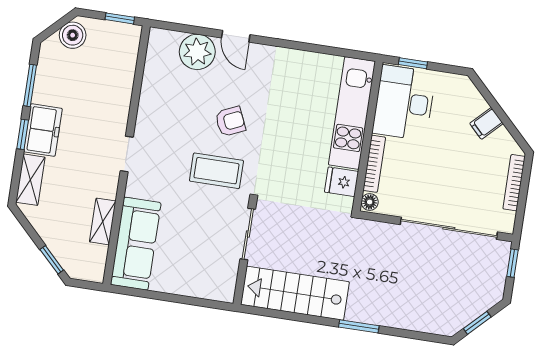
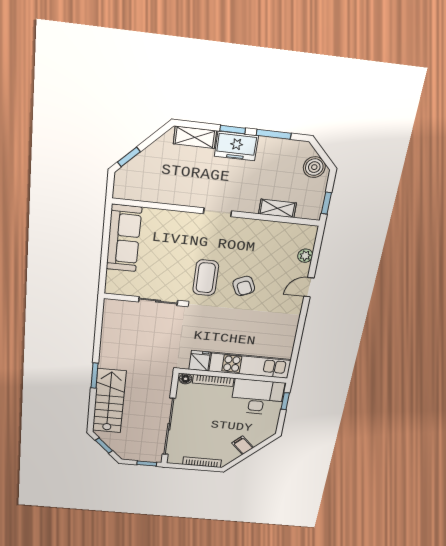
plant: (197, 52) -> (305, 256), width x0.53, depth x0.53
shelving: (103, 221) -> (277, 208), moved
sofa: (136, 244) -> (124, 238), moved, turned -90
stairs: (295, 293) -> (109, 401), moved

